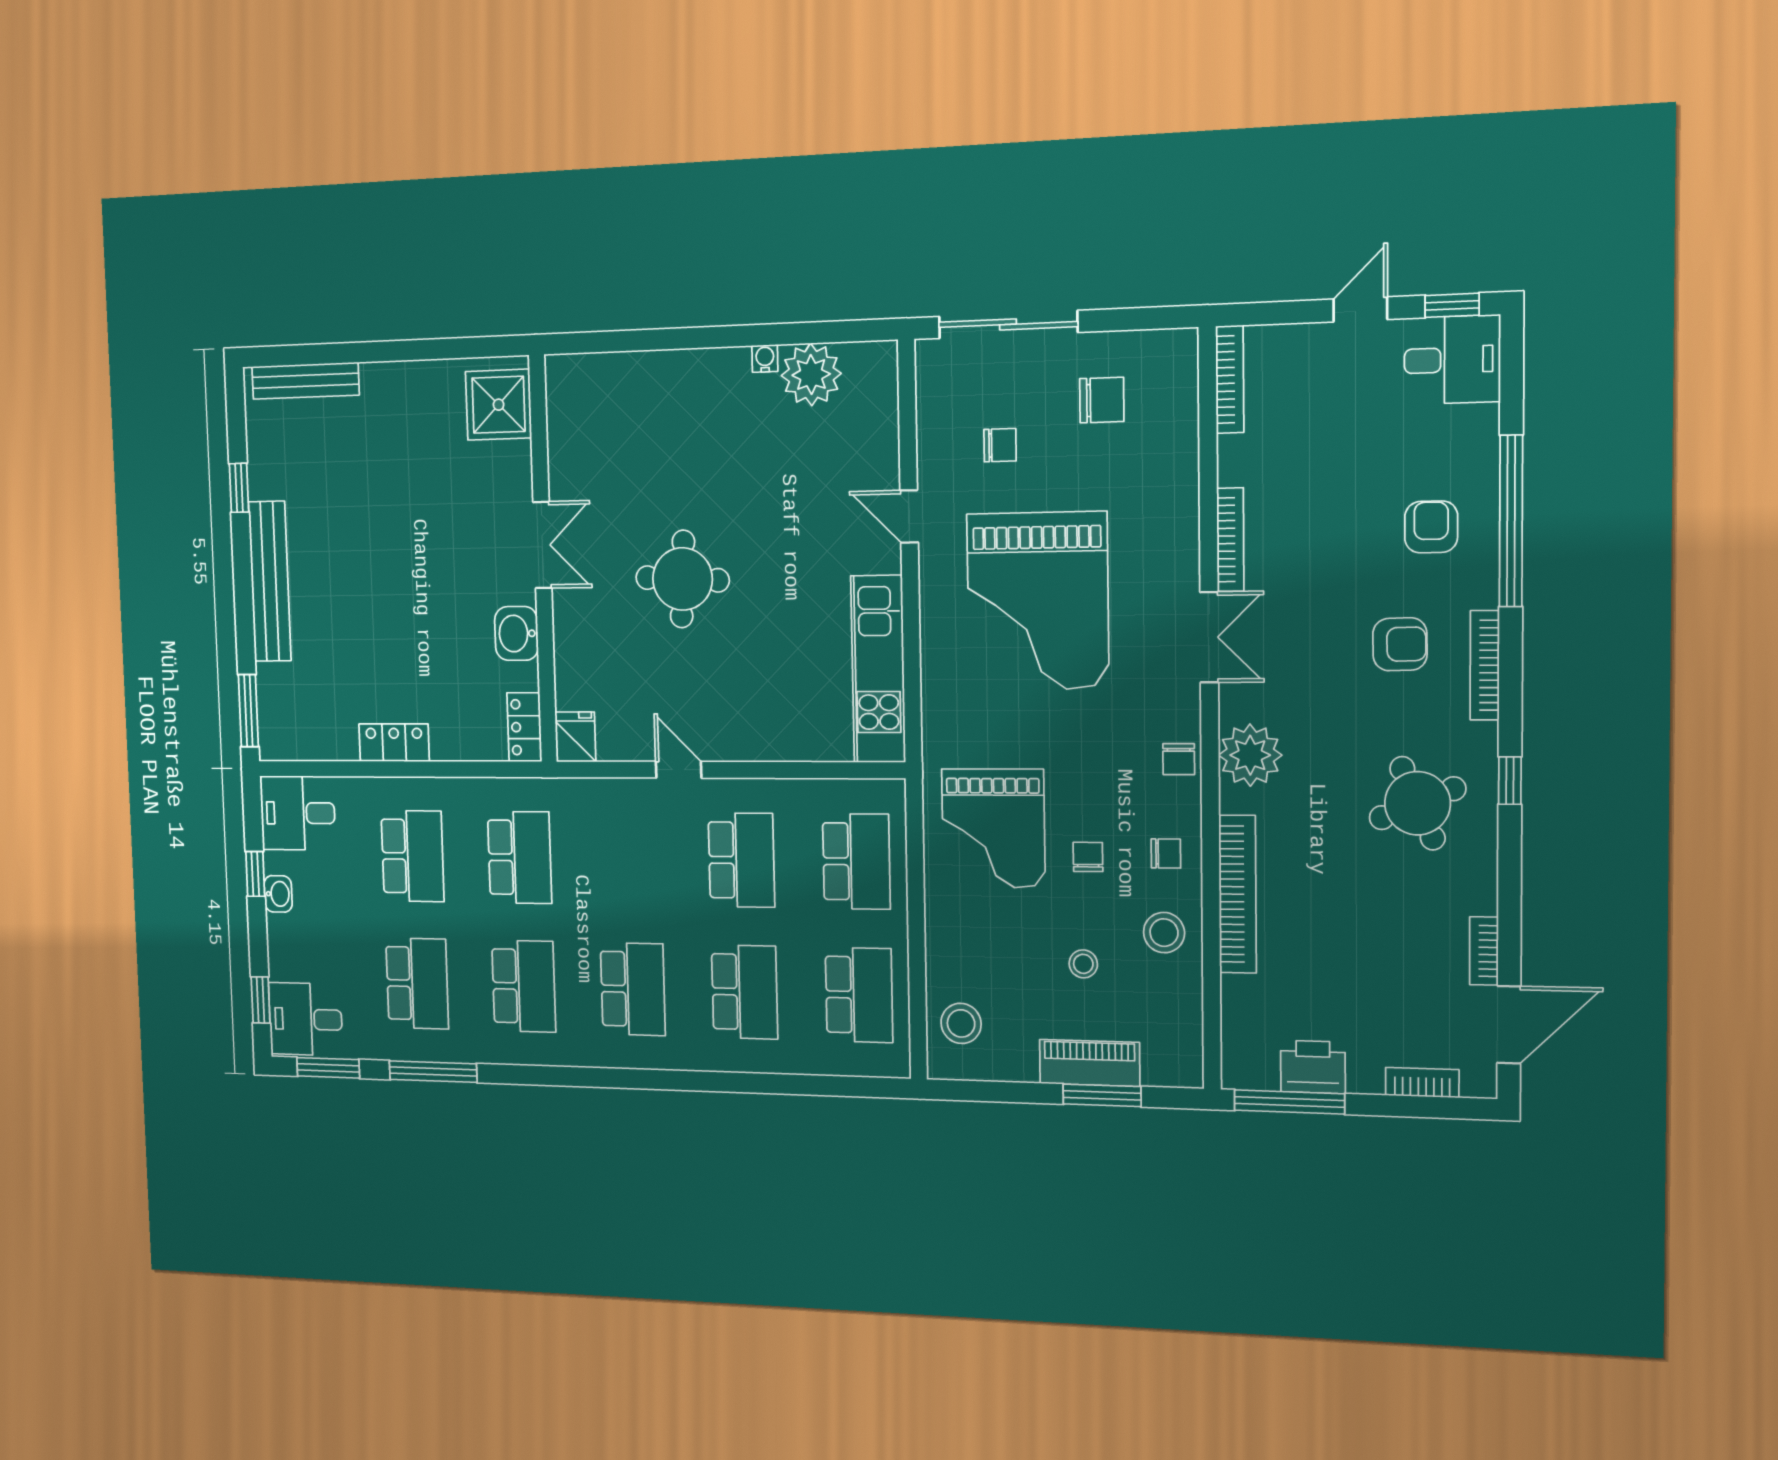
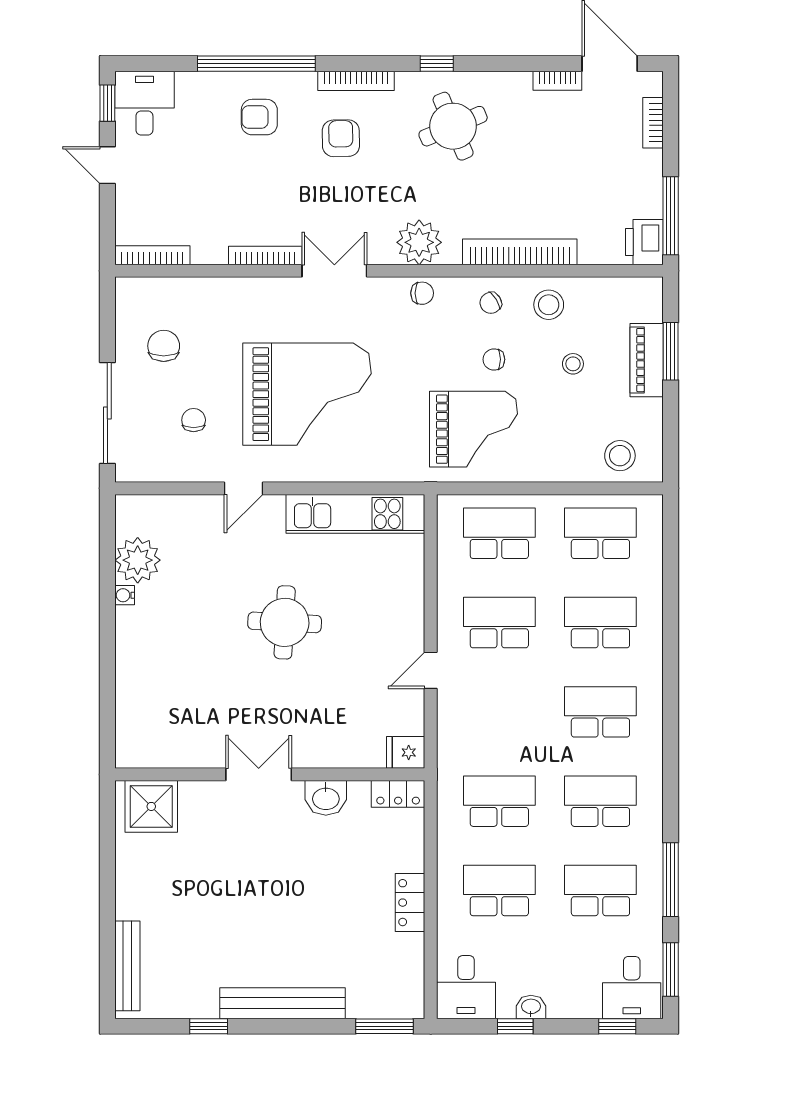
round table: (683, 579) -> (285, 622), moved
chair: (1166, 854) -> (491, 303), turned -122
printer: (1313, 1067) -> (644, 242), moved

